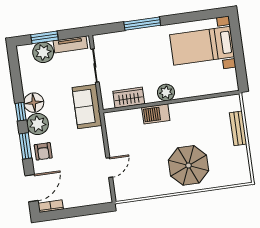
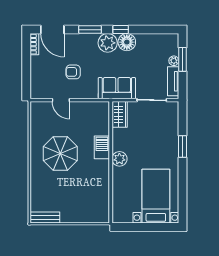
window: (142, 24) -> (183, 147), width x0.69
plant: (43, 52) -> (174, 61), width x0.53, depth x0.53
wardrobe: (129, 98) -> (120, 114), moved
bench: (238, 128) -> (45, 217), moved
armchair: (43, 151) -> (73, 72), moved
parasol: (188, 165) -> (60, 153), moved

